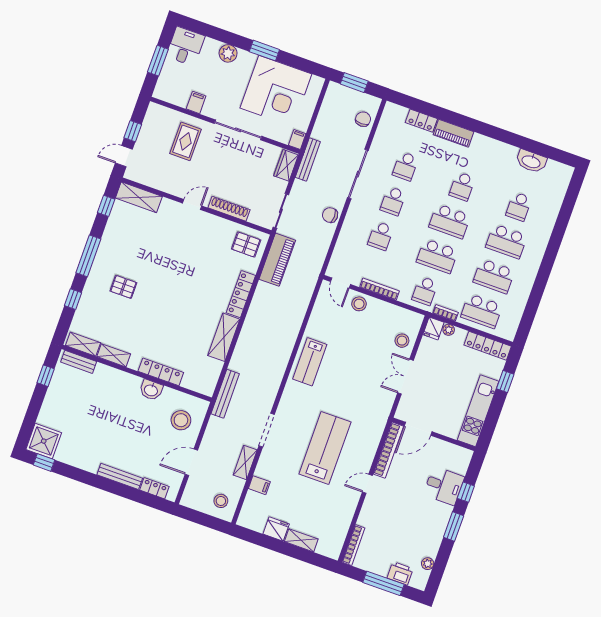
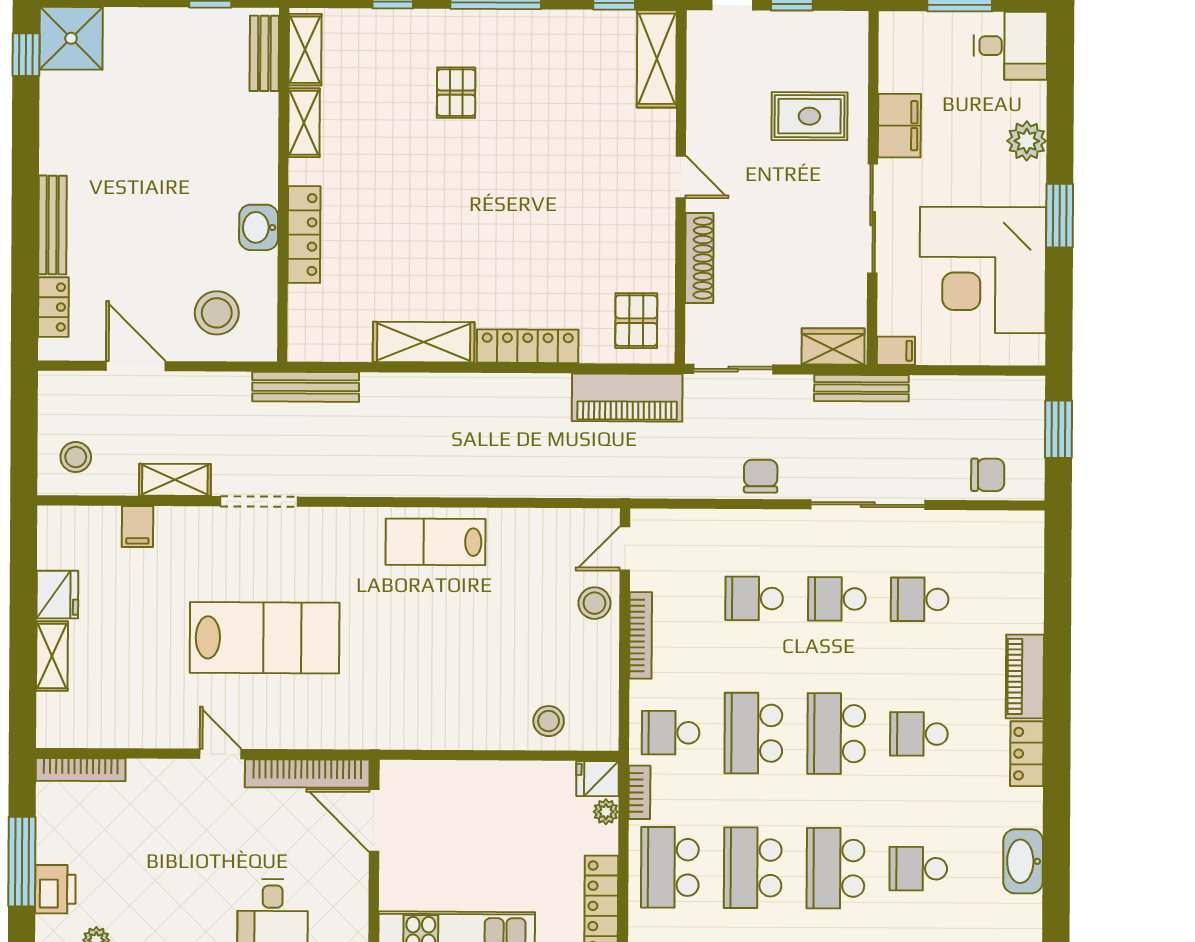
filing cabinet: (196, 102) -> (899, 126), width x2.00
locker: (421, 121) -> (1027, 754), moved
double door: (406, 377) -> (475, 755), removed

